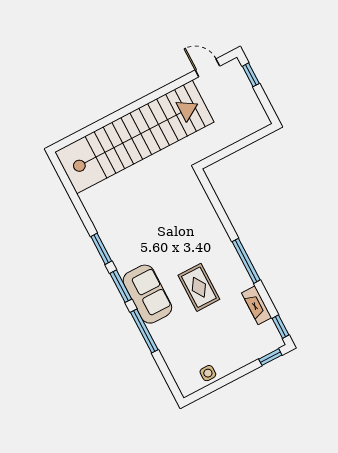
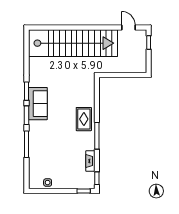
rug: (199, 287) -> (84, 119), moved
sofa: (147, 294) -> (38, 104), moved

